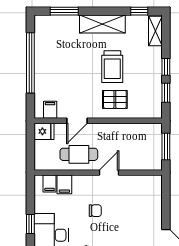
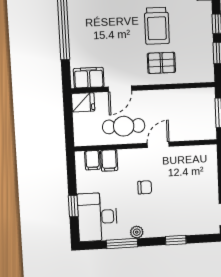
filing cabinet: (50, 110) -> (89, 78), width x2.00

